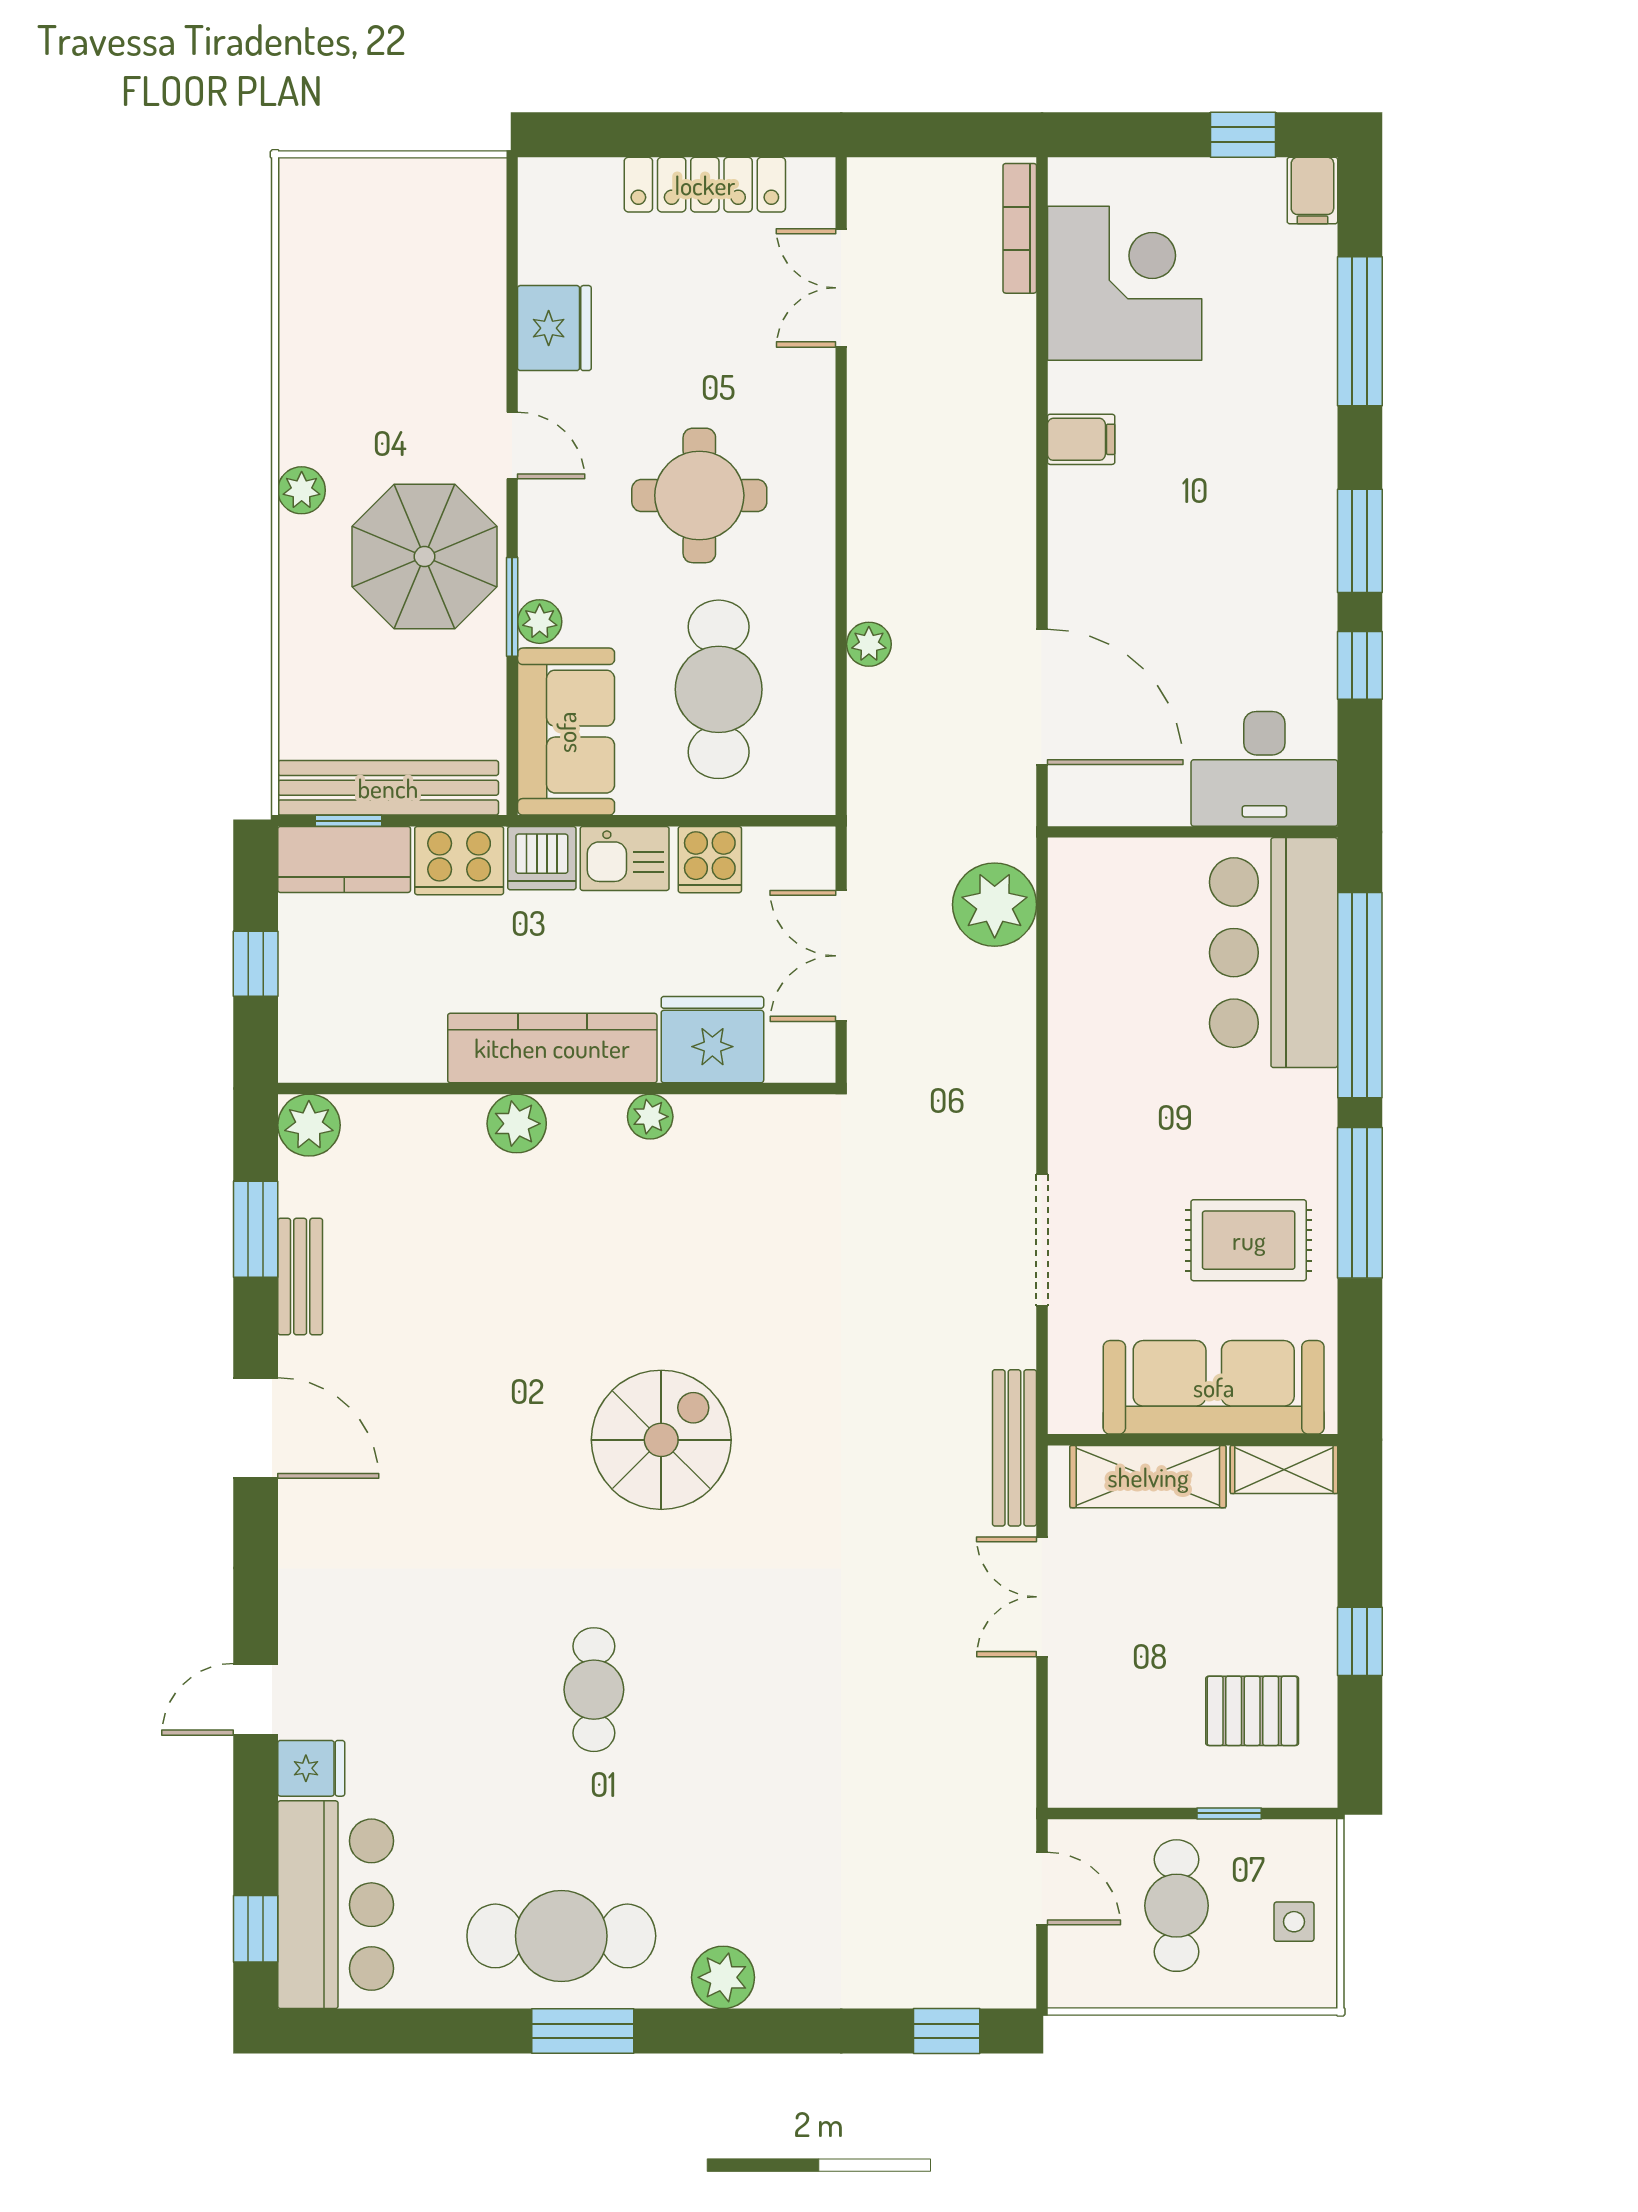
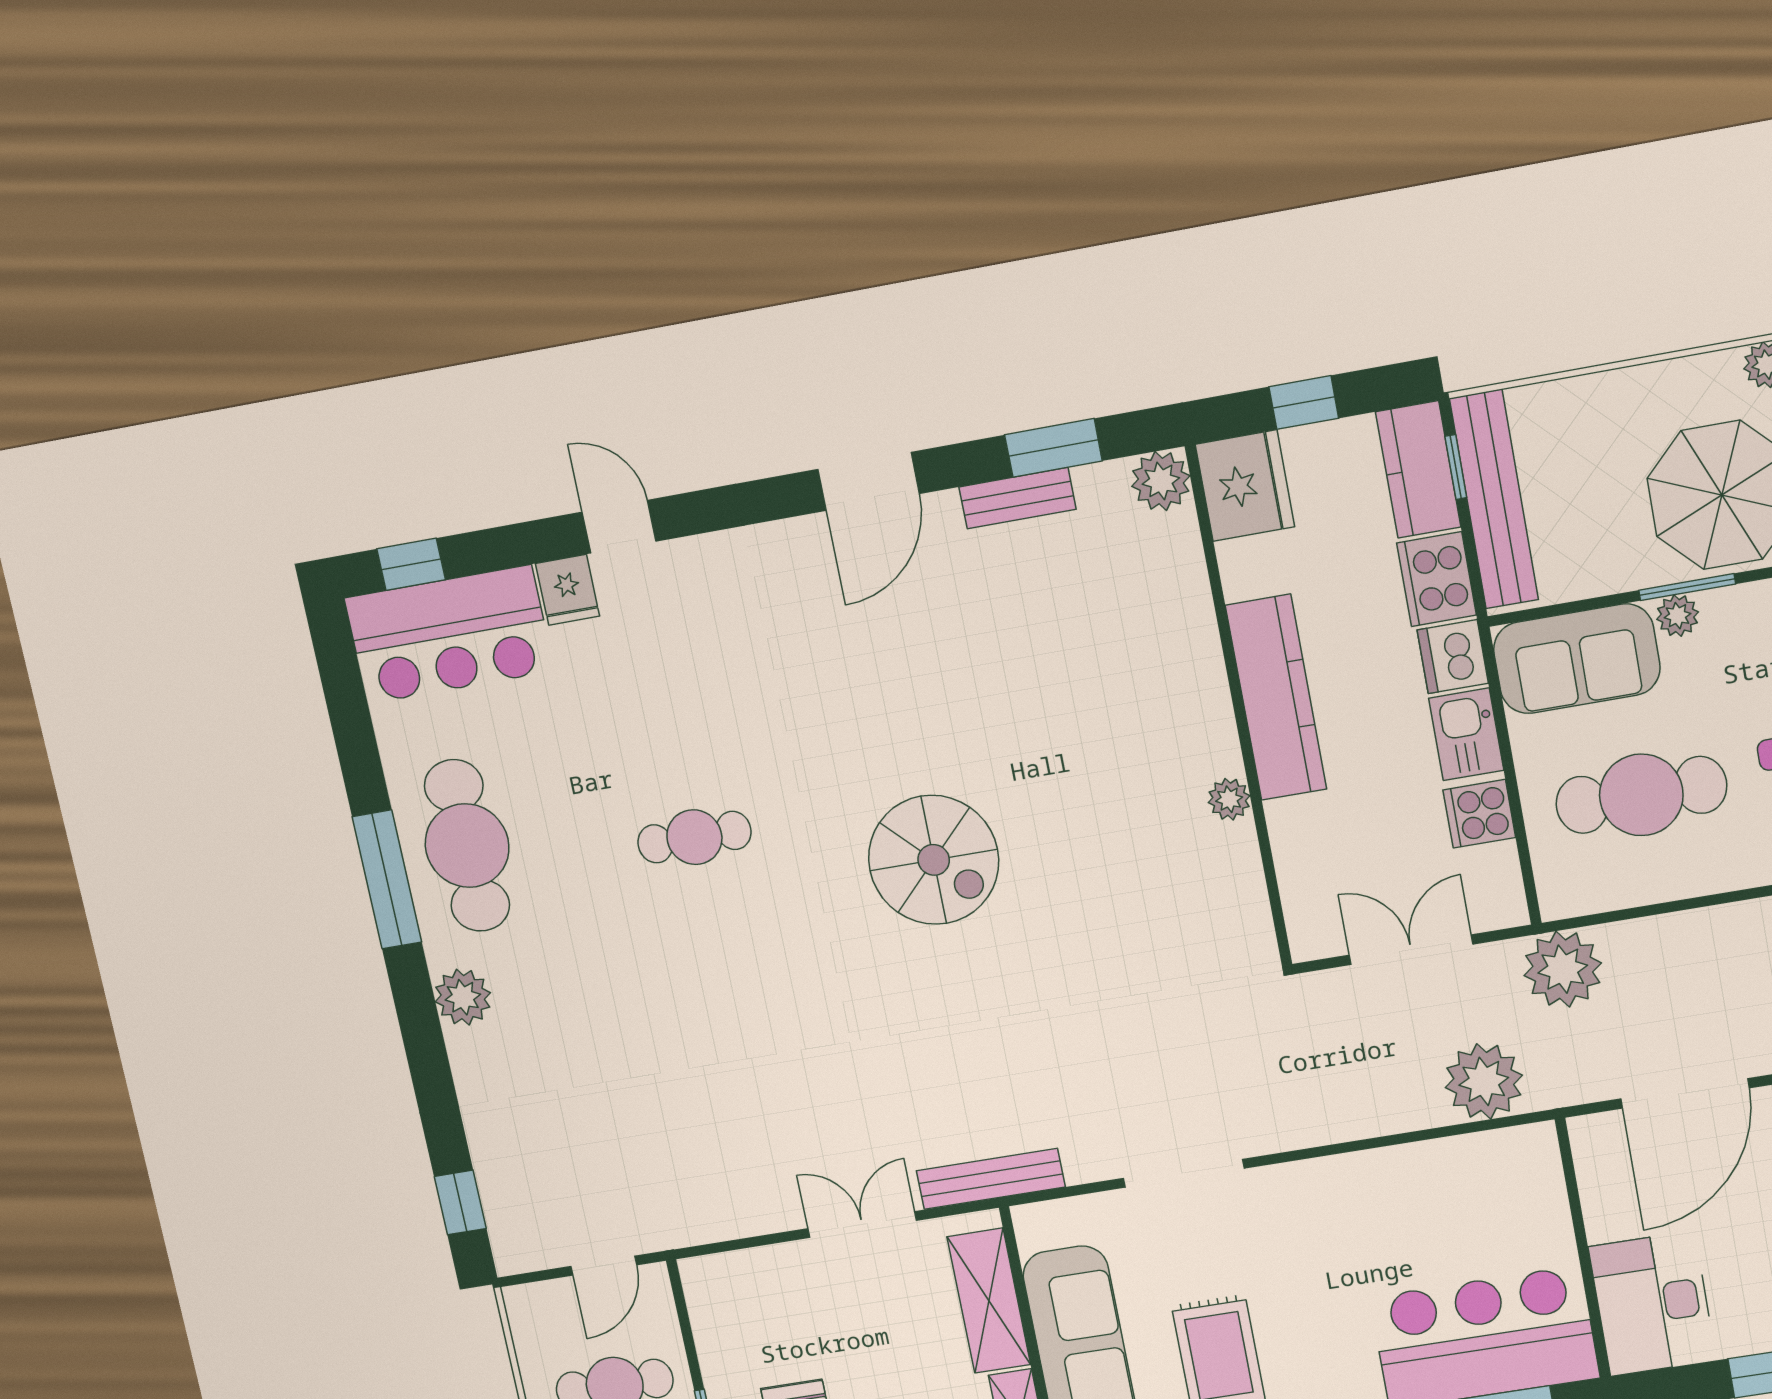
plant: (869, 644) -> (1563, 969), moved, width x1.87, depth x1.87
fridge: (712, 1040) -> (1245, 486), moved
plant: (517, 1124) -> (1199, 676), removed
window: (583, 2031) -> (387, 880), width x1.44

